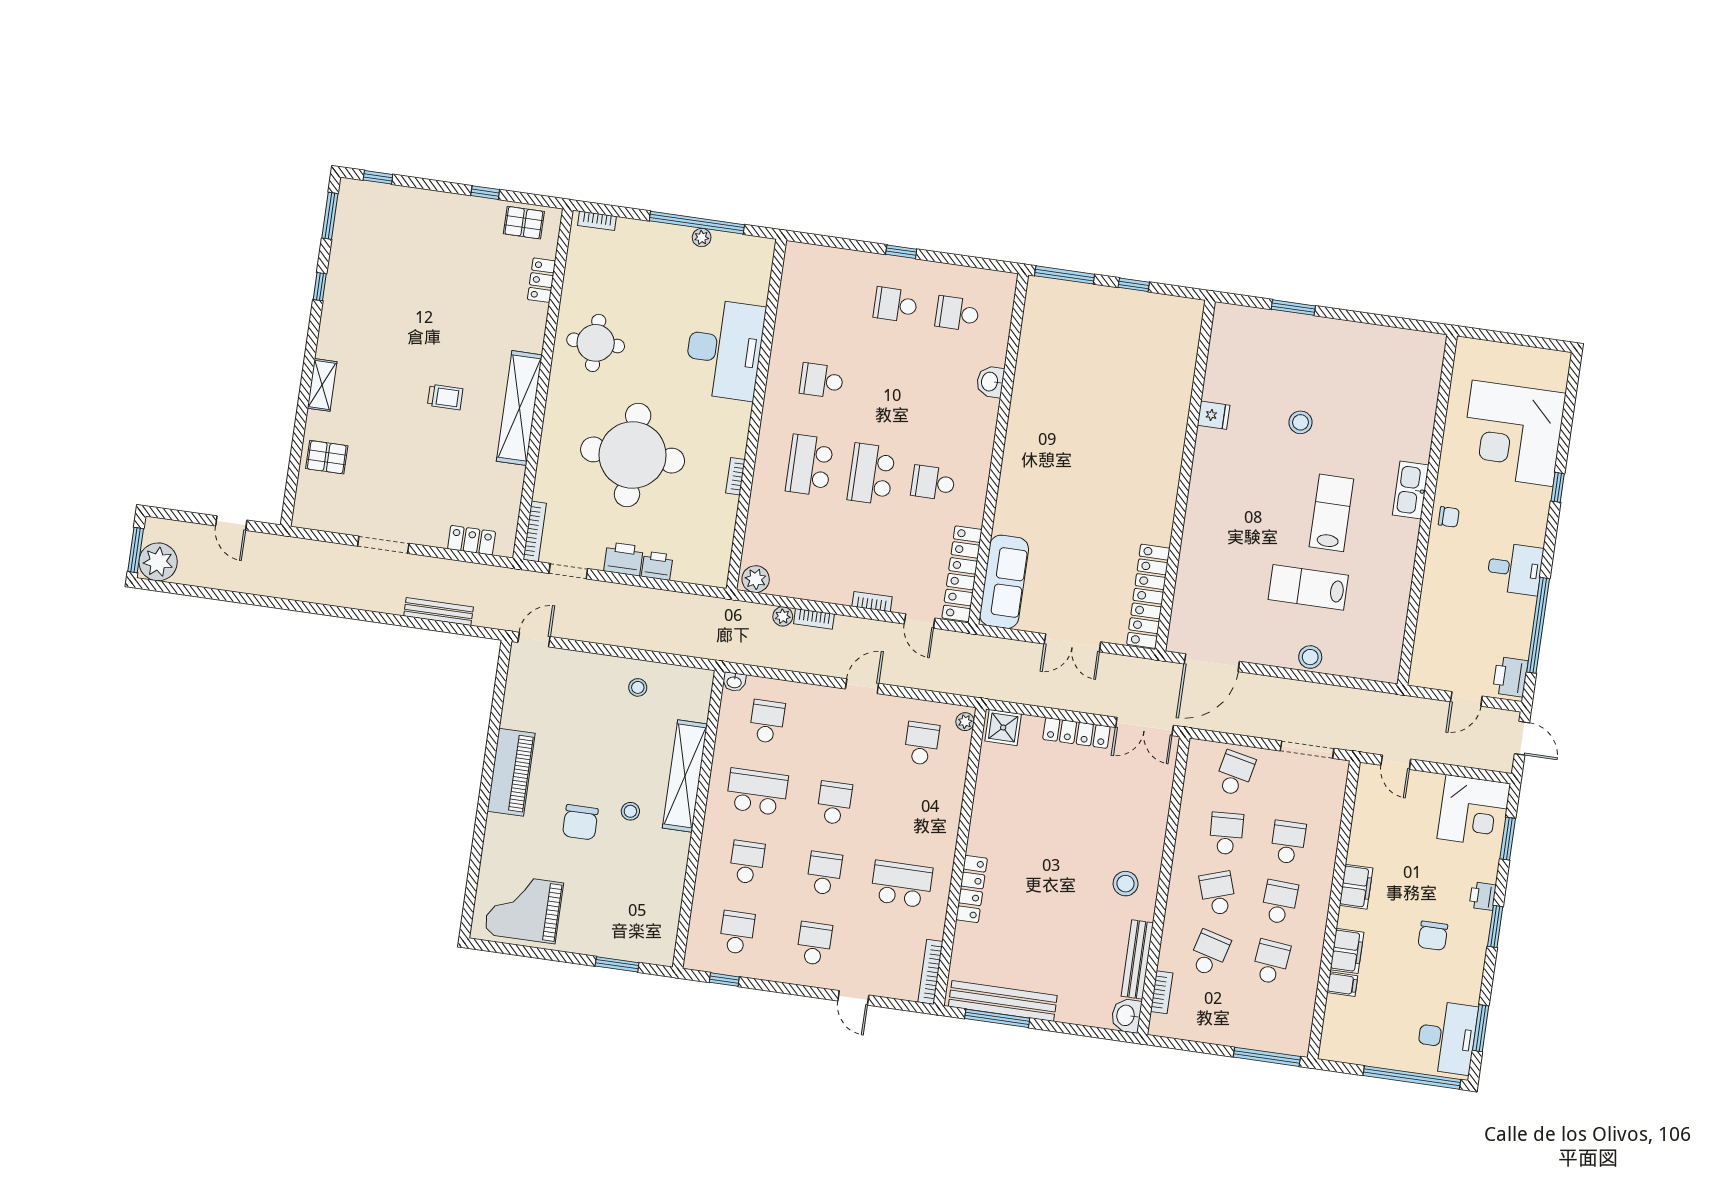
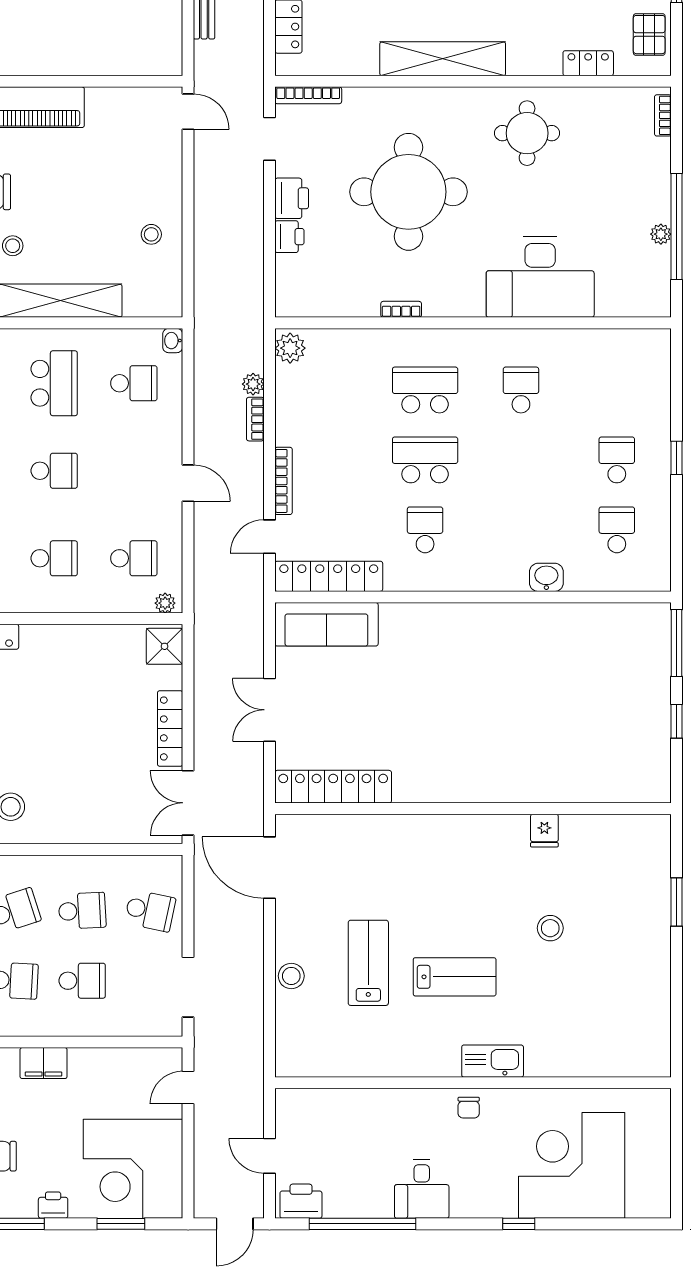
bookcase: (872, 602) -> (284, 481), width x1.56
corner desk: (1474, 811) -> (133, 1169), width x1.36, depth x1.36
school desk: (912, 814) -> (54, 558), added

